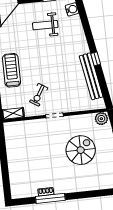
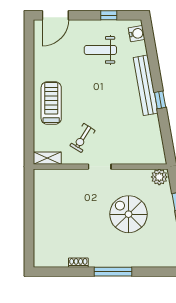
bench: (91, 76) -> (146, 85), moved
spiral stairs: (81, 150) -> (129, 214), turned -90
window: (50, 198) -> (113, 272), moved

